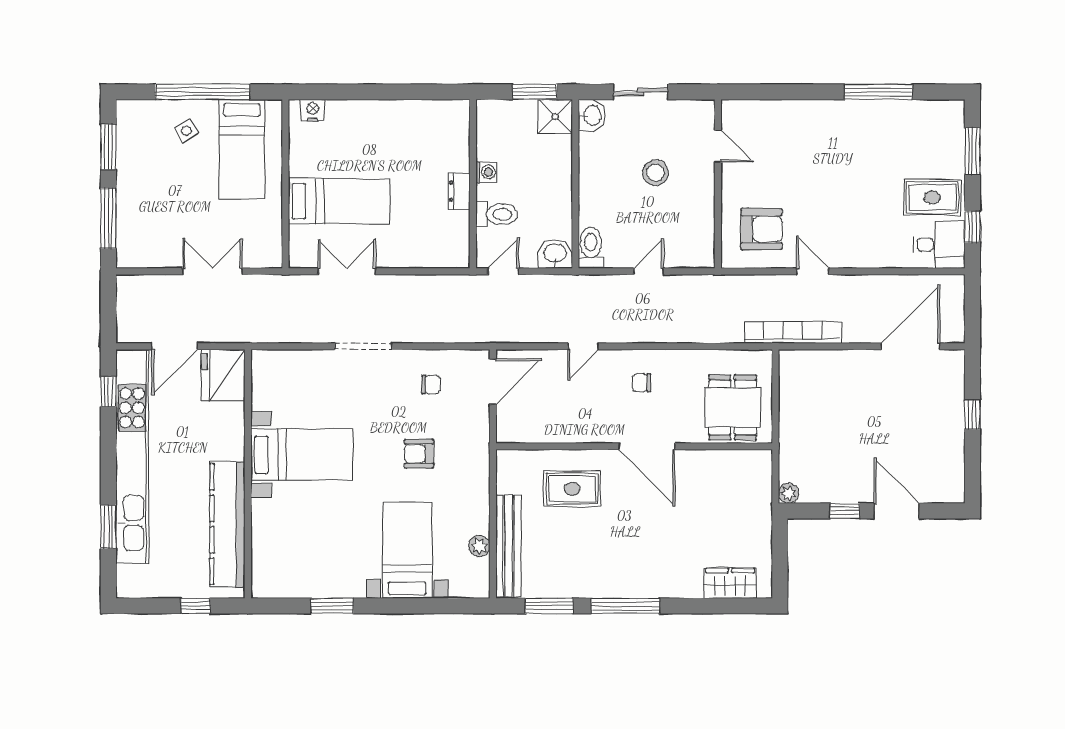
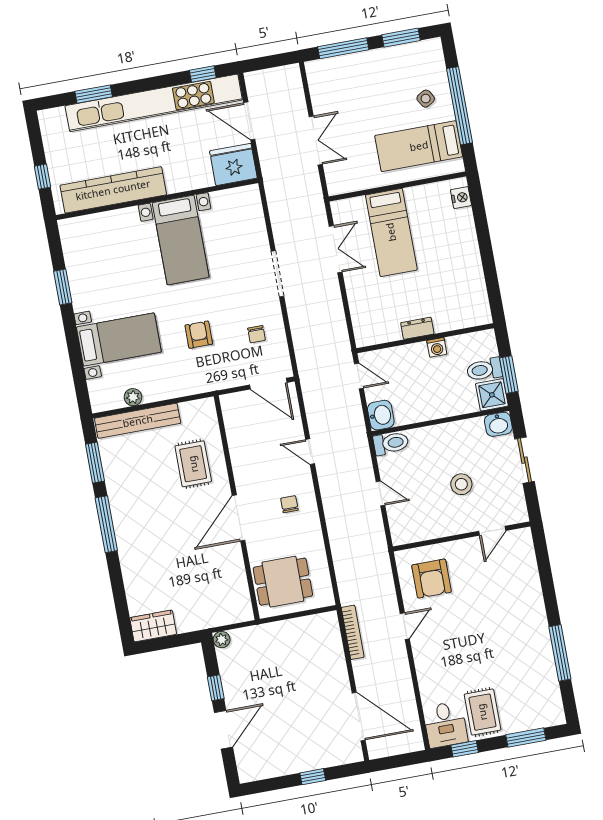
toilet: (497, 214) -> (484, 370), moved, turned 90
bookcase: (793, 332) -> (353, 632), width x0.68, depth x0.76
wardrobe: (730, 583) -> (153, 626), moved, turned -90

